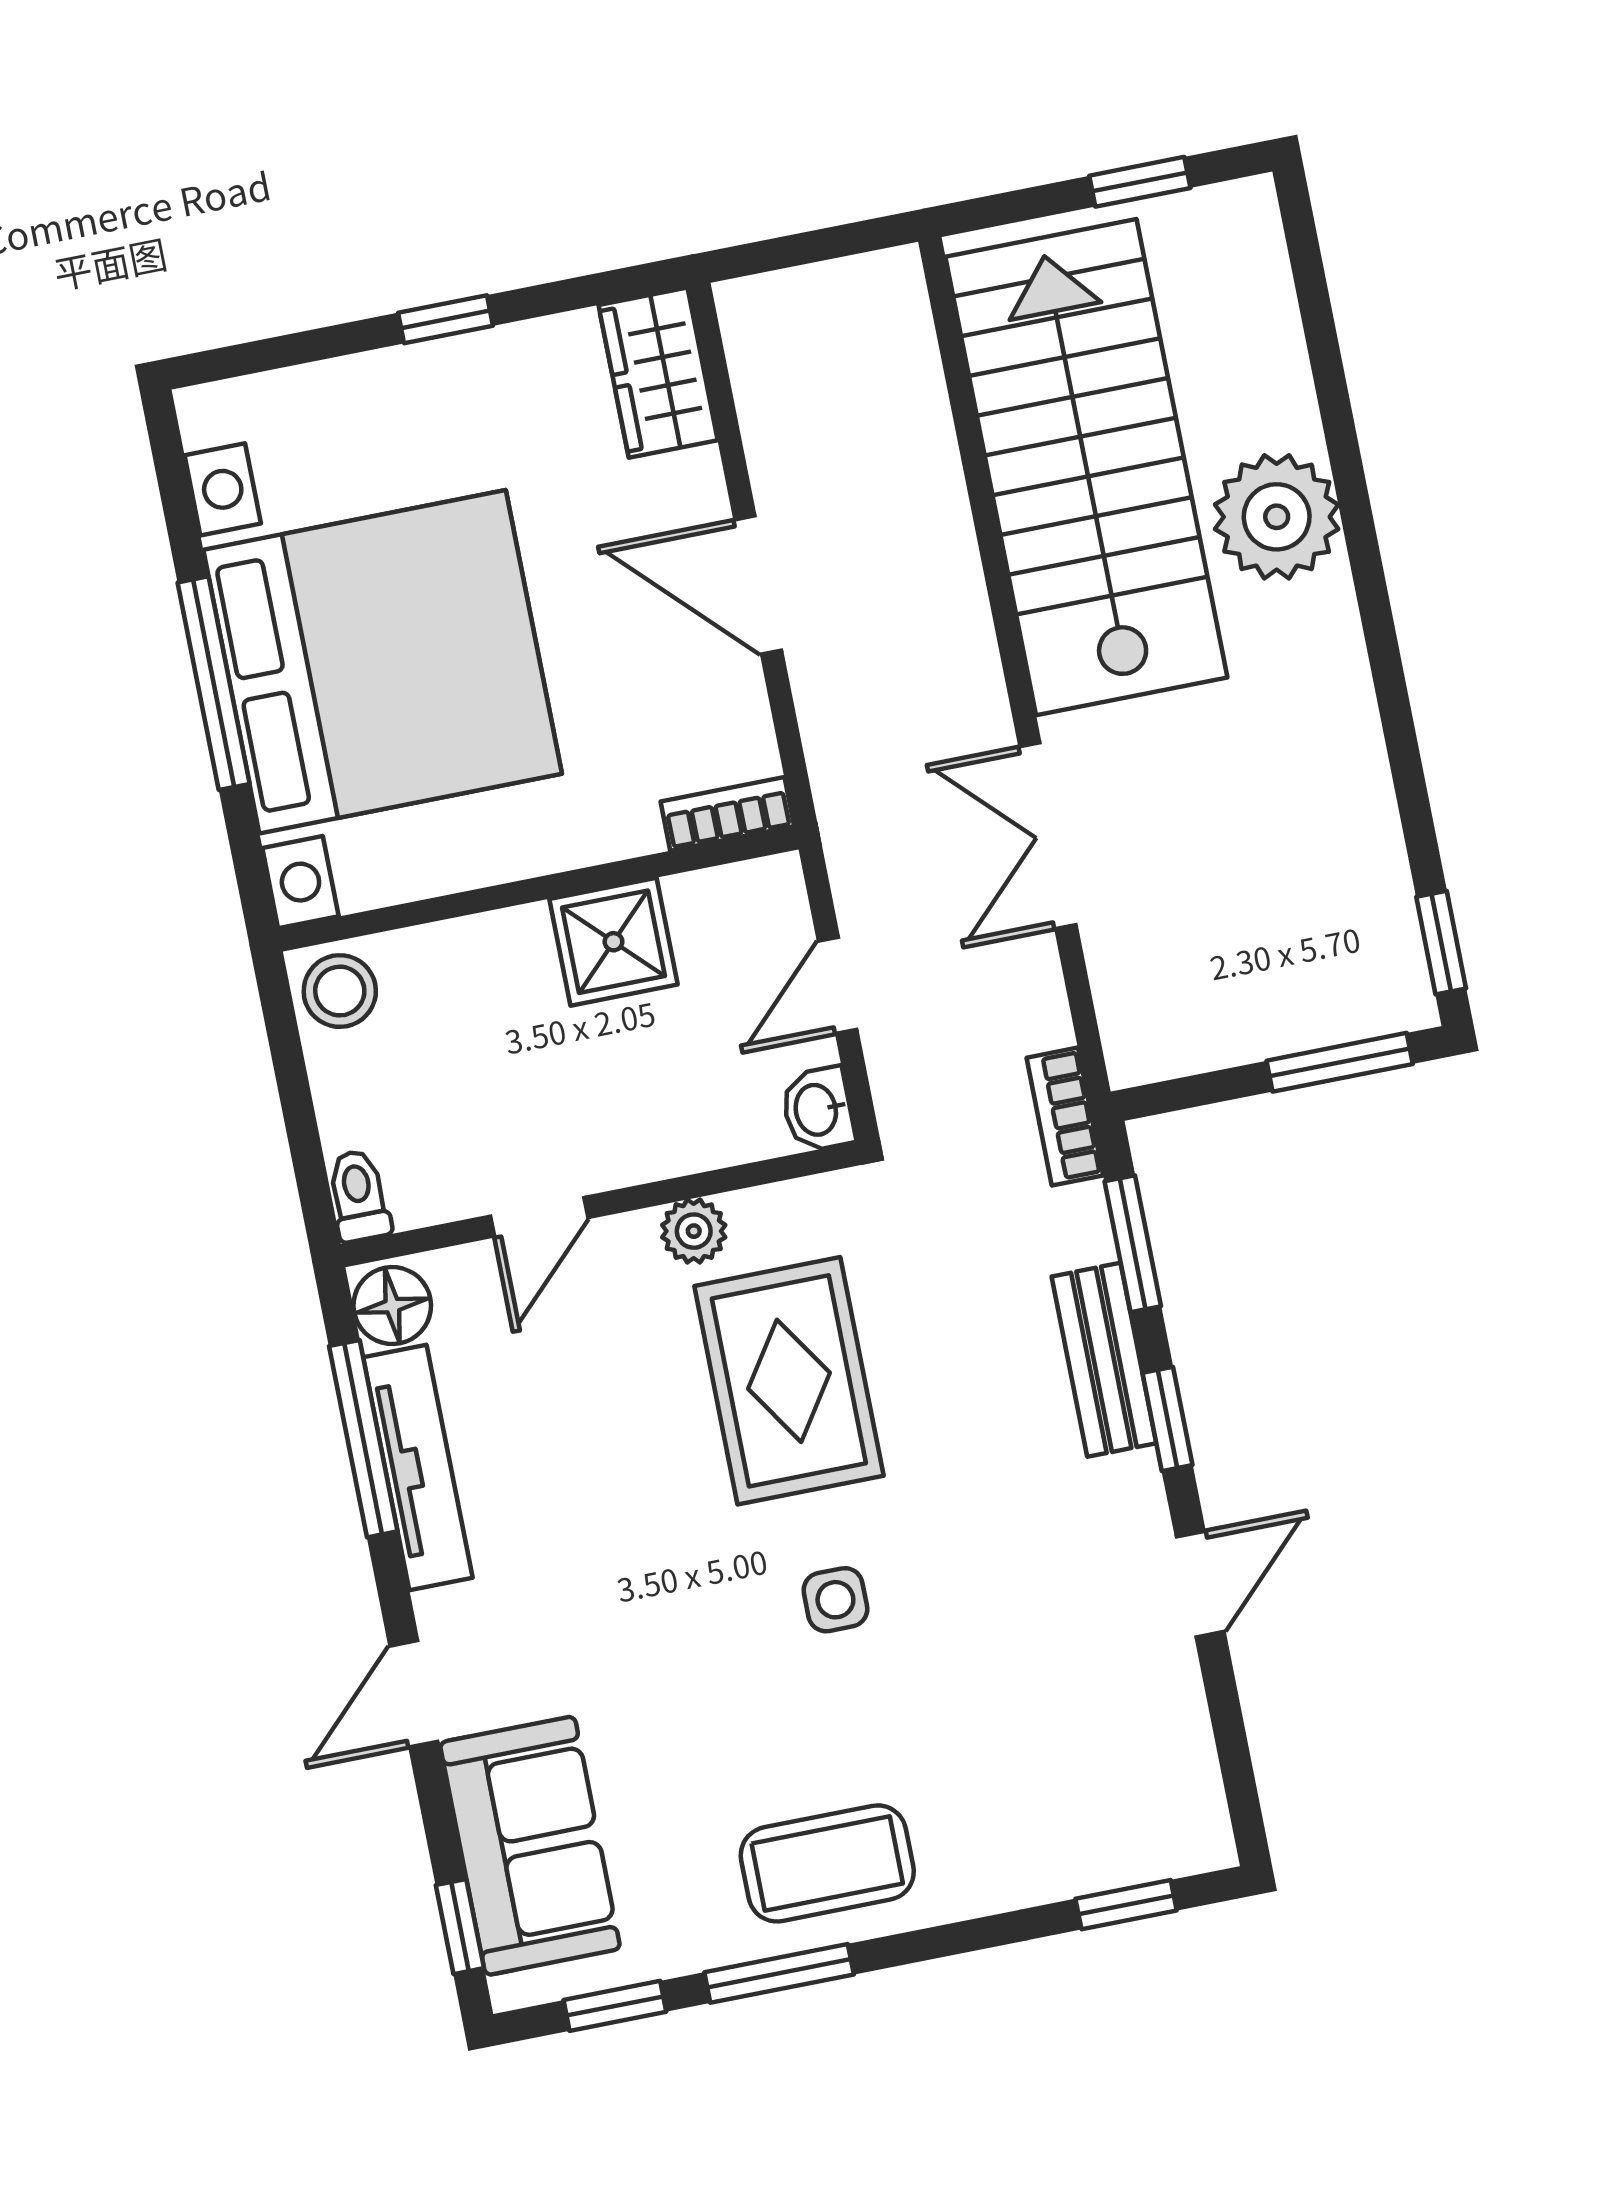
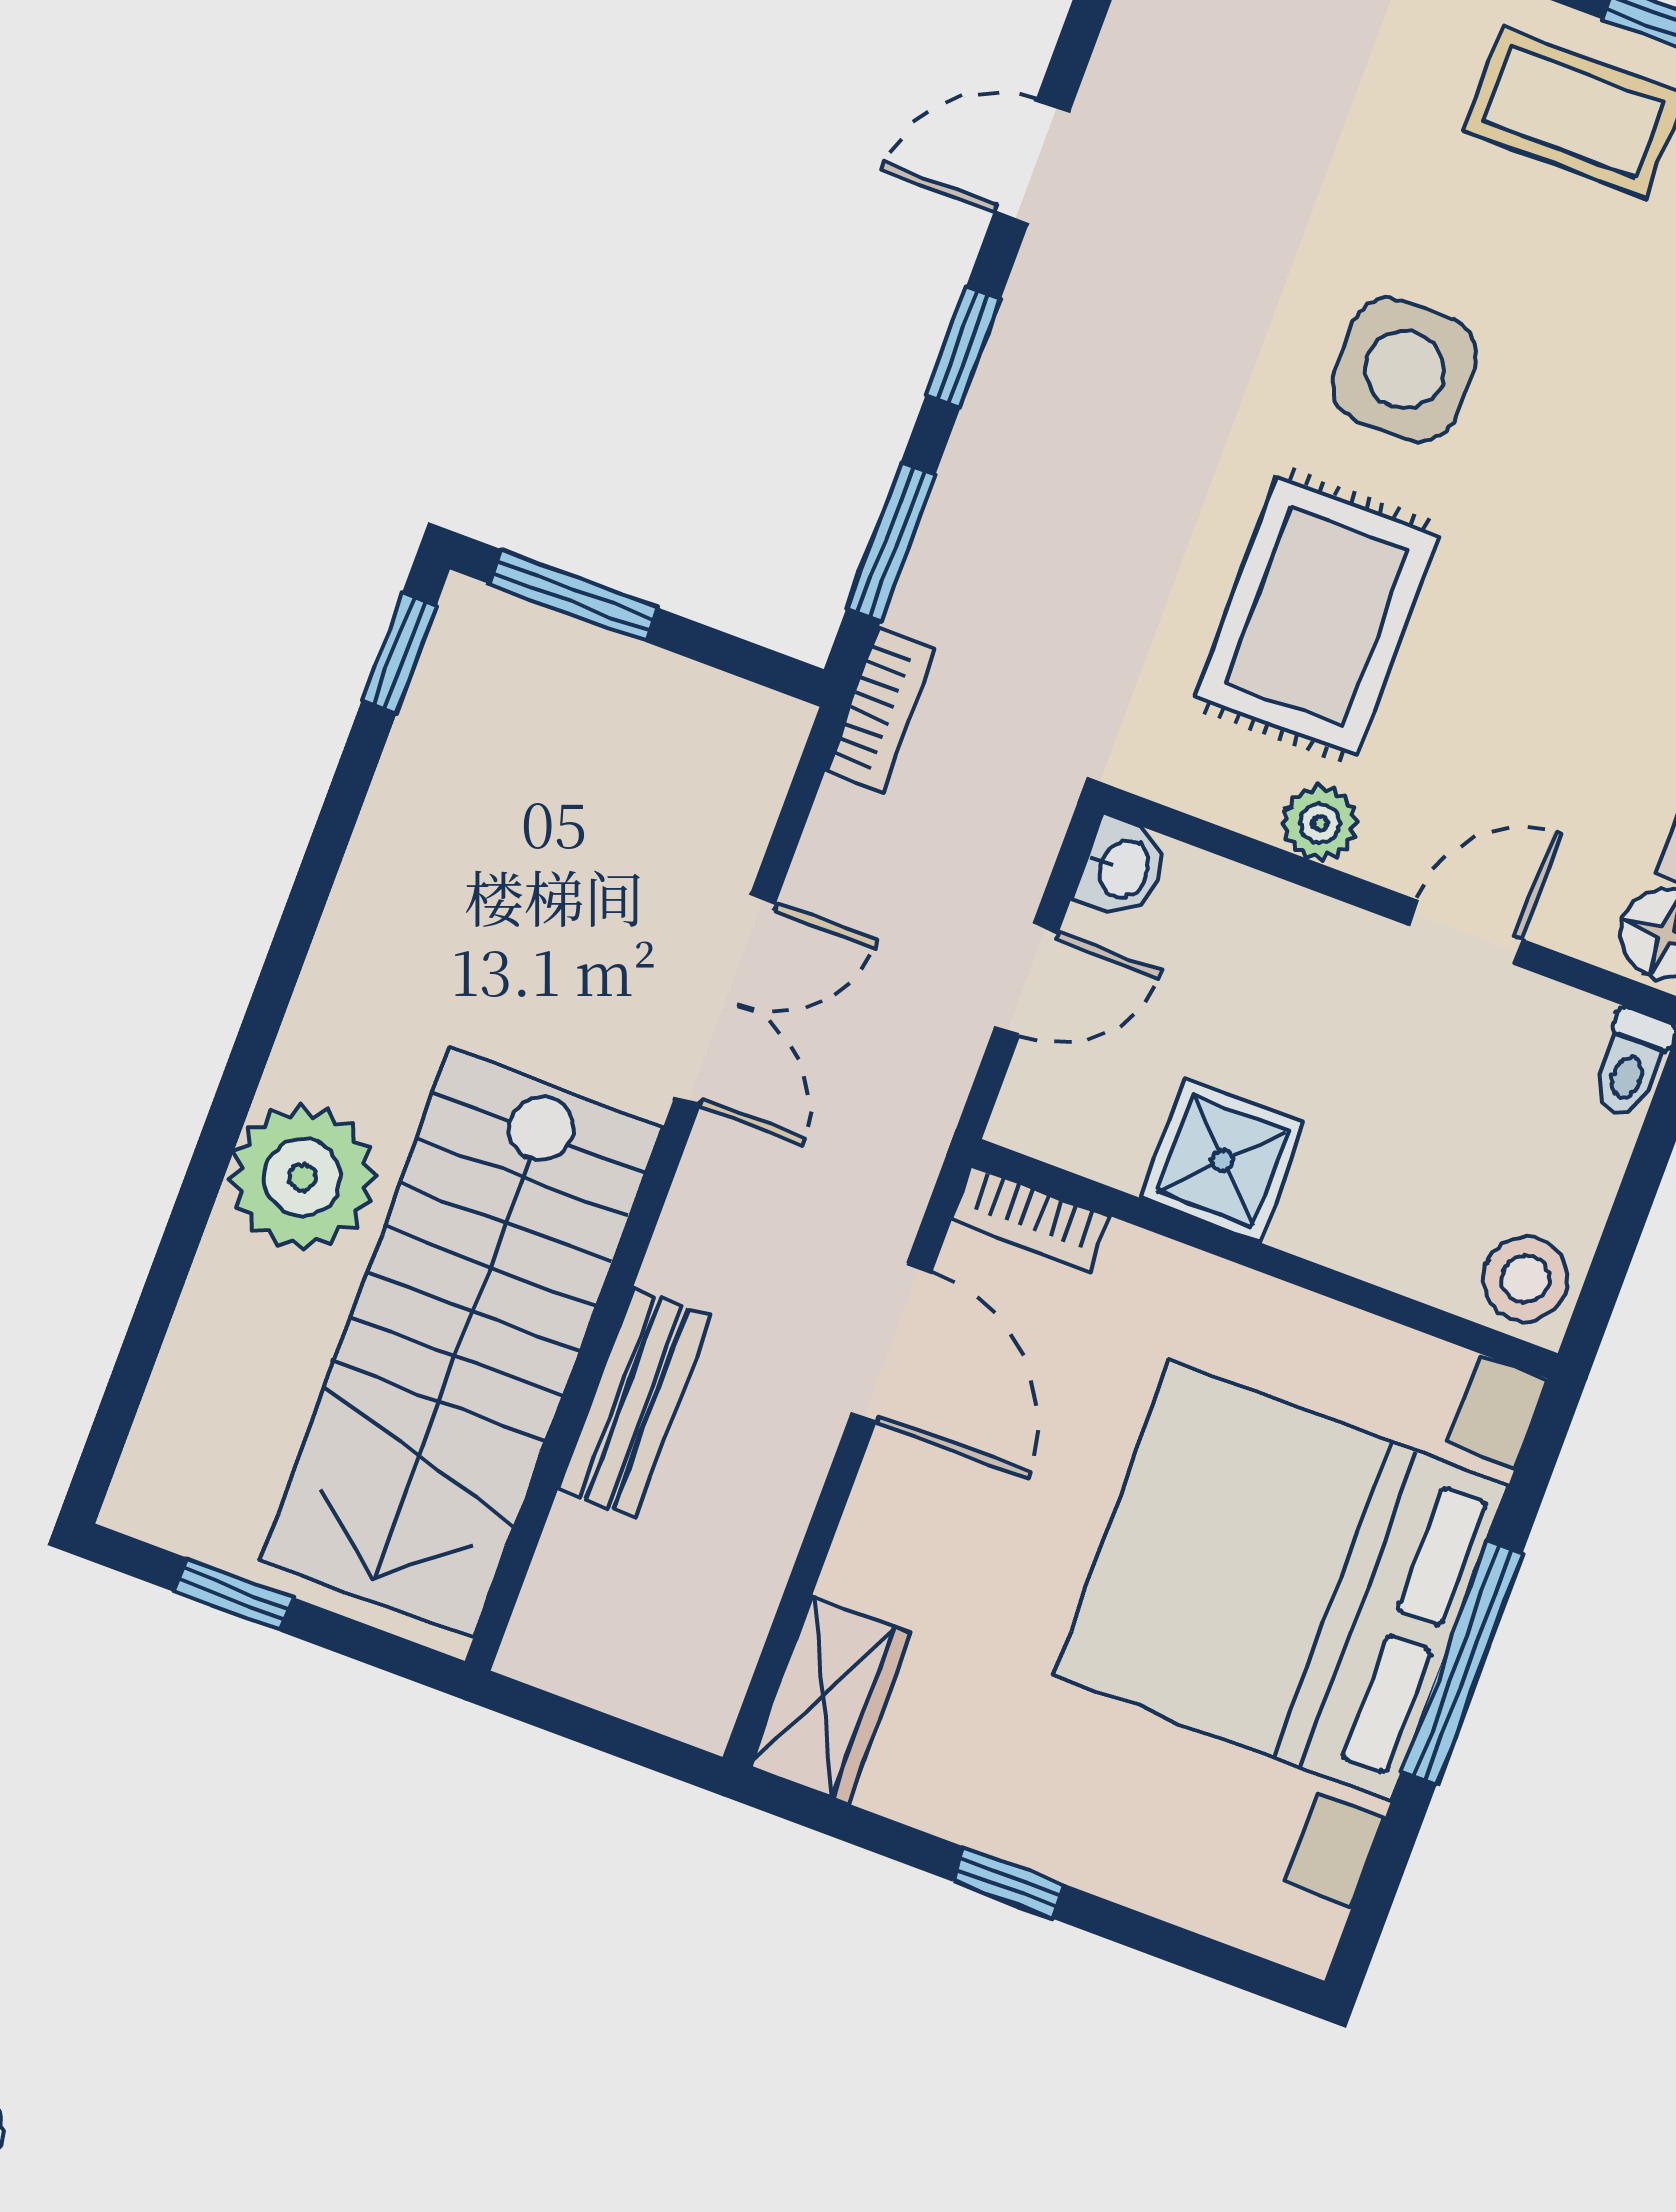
door: (758, 585) -> (891, 1343), moved
bench: (1104, 1360) -> (634, 1403), moved
side table: (835, 1600) -> (1405, 370), width x1.87, depth x1.87

